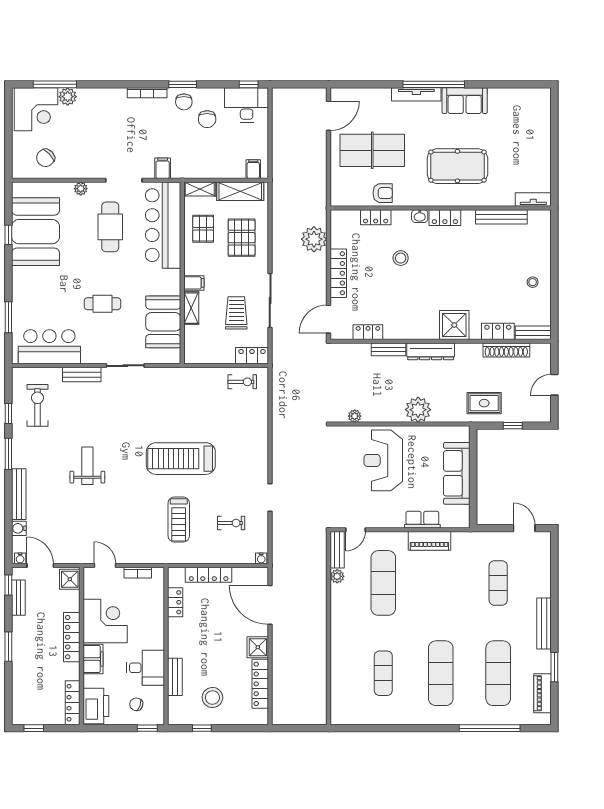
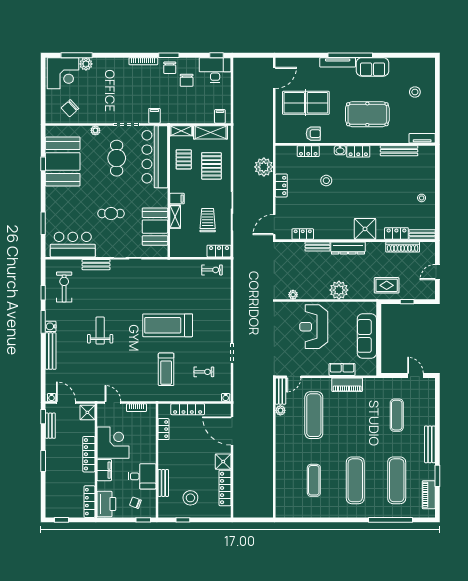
stool: (523, 135) -> (415, 92), added
locker: (338, 273) -> (281, 185), width x0.66
water cooler: (19, 528) -> (51, 326), moved

